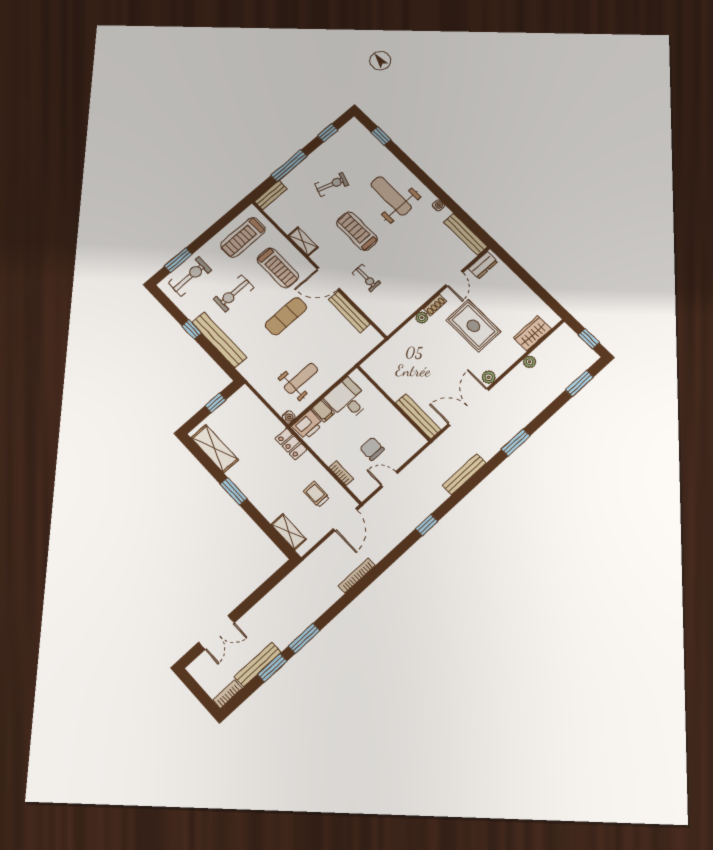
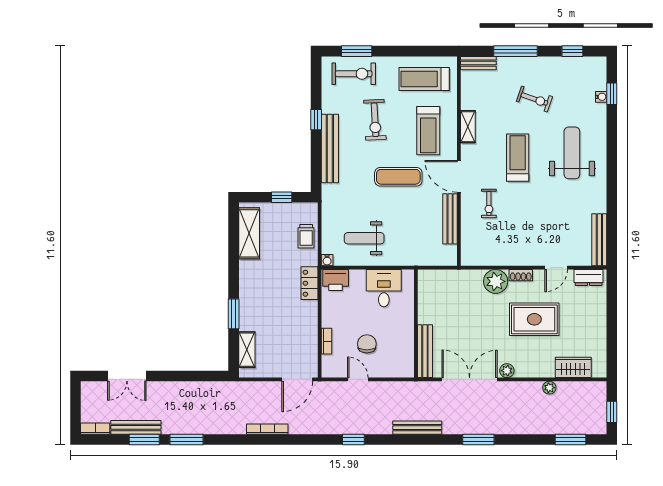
water cooler: (438, 205) -> (601, 97), moved
exercise bike: (234, 293) -> (375, 120), turned -93
plant: (422, 318) -> (496, 281), width x1.88, depth x1.88
rug: (473, 326) -> (534, 319), turned 90
weight bench: (301, 378) -> (364, 238), turned 180
filing cabinet: (323, 411) -> (357, 280), removed
window: (234, 491) -> (234, 314), moved
trolley: (316, 494) -> (306, 236), moved, turned 180

